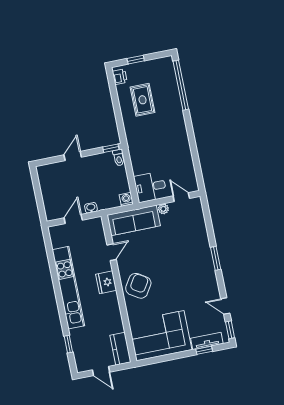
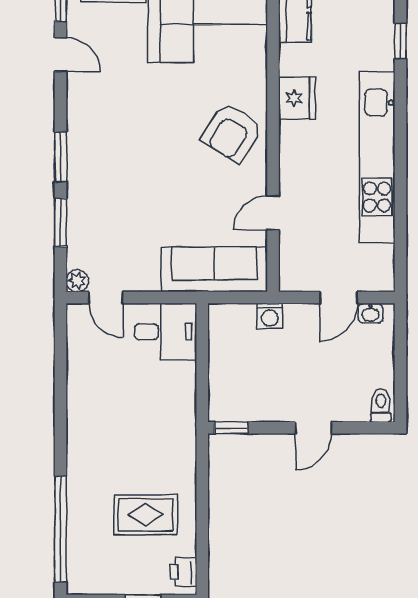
rug: (143, 100) -> (146, 515), turned 90
toilet: (119, 158) -> (381, 405), moved
washing machine: (126, 199) -> (270, 316), moved
washbasin: (91, 208) -> (370, 313), moved
plant: (163, 209) -> (77, 281), moved
window: (210, 228) -> (61, 222), added
fridge: (106, 282) -> (297, 98), moved

